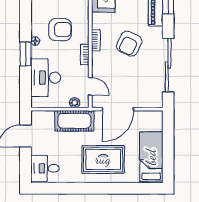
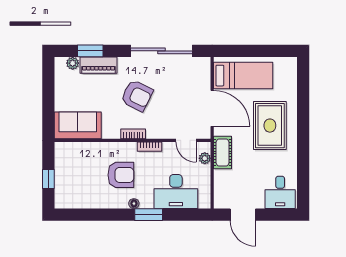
armchair: (60, 30) -> (121, 175), turned 90
door: (90, 86) -> (186, 140), swing flipped
cot: (74, 121) -> (223, 153), width x0.73, depth x0.75
bed: (151, 157) -> (243, 76), moved, turned 180

